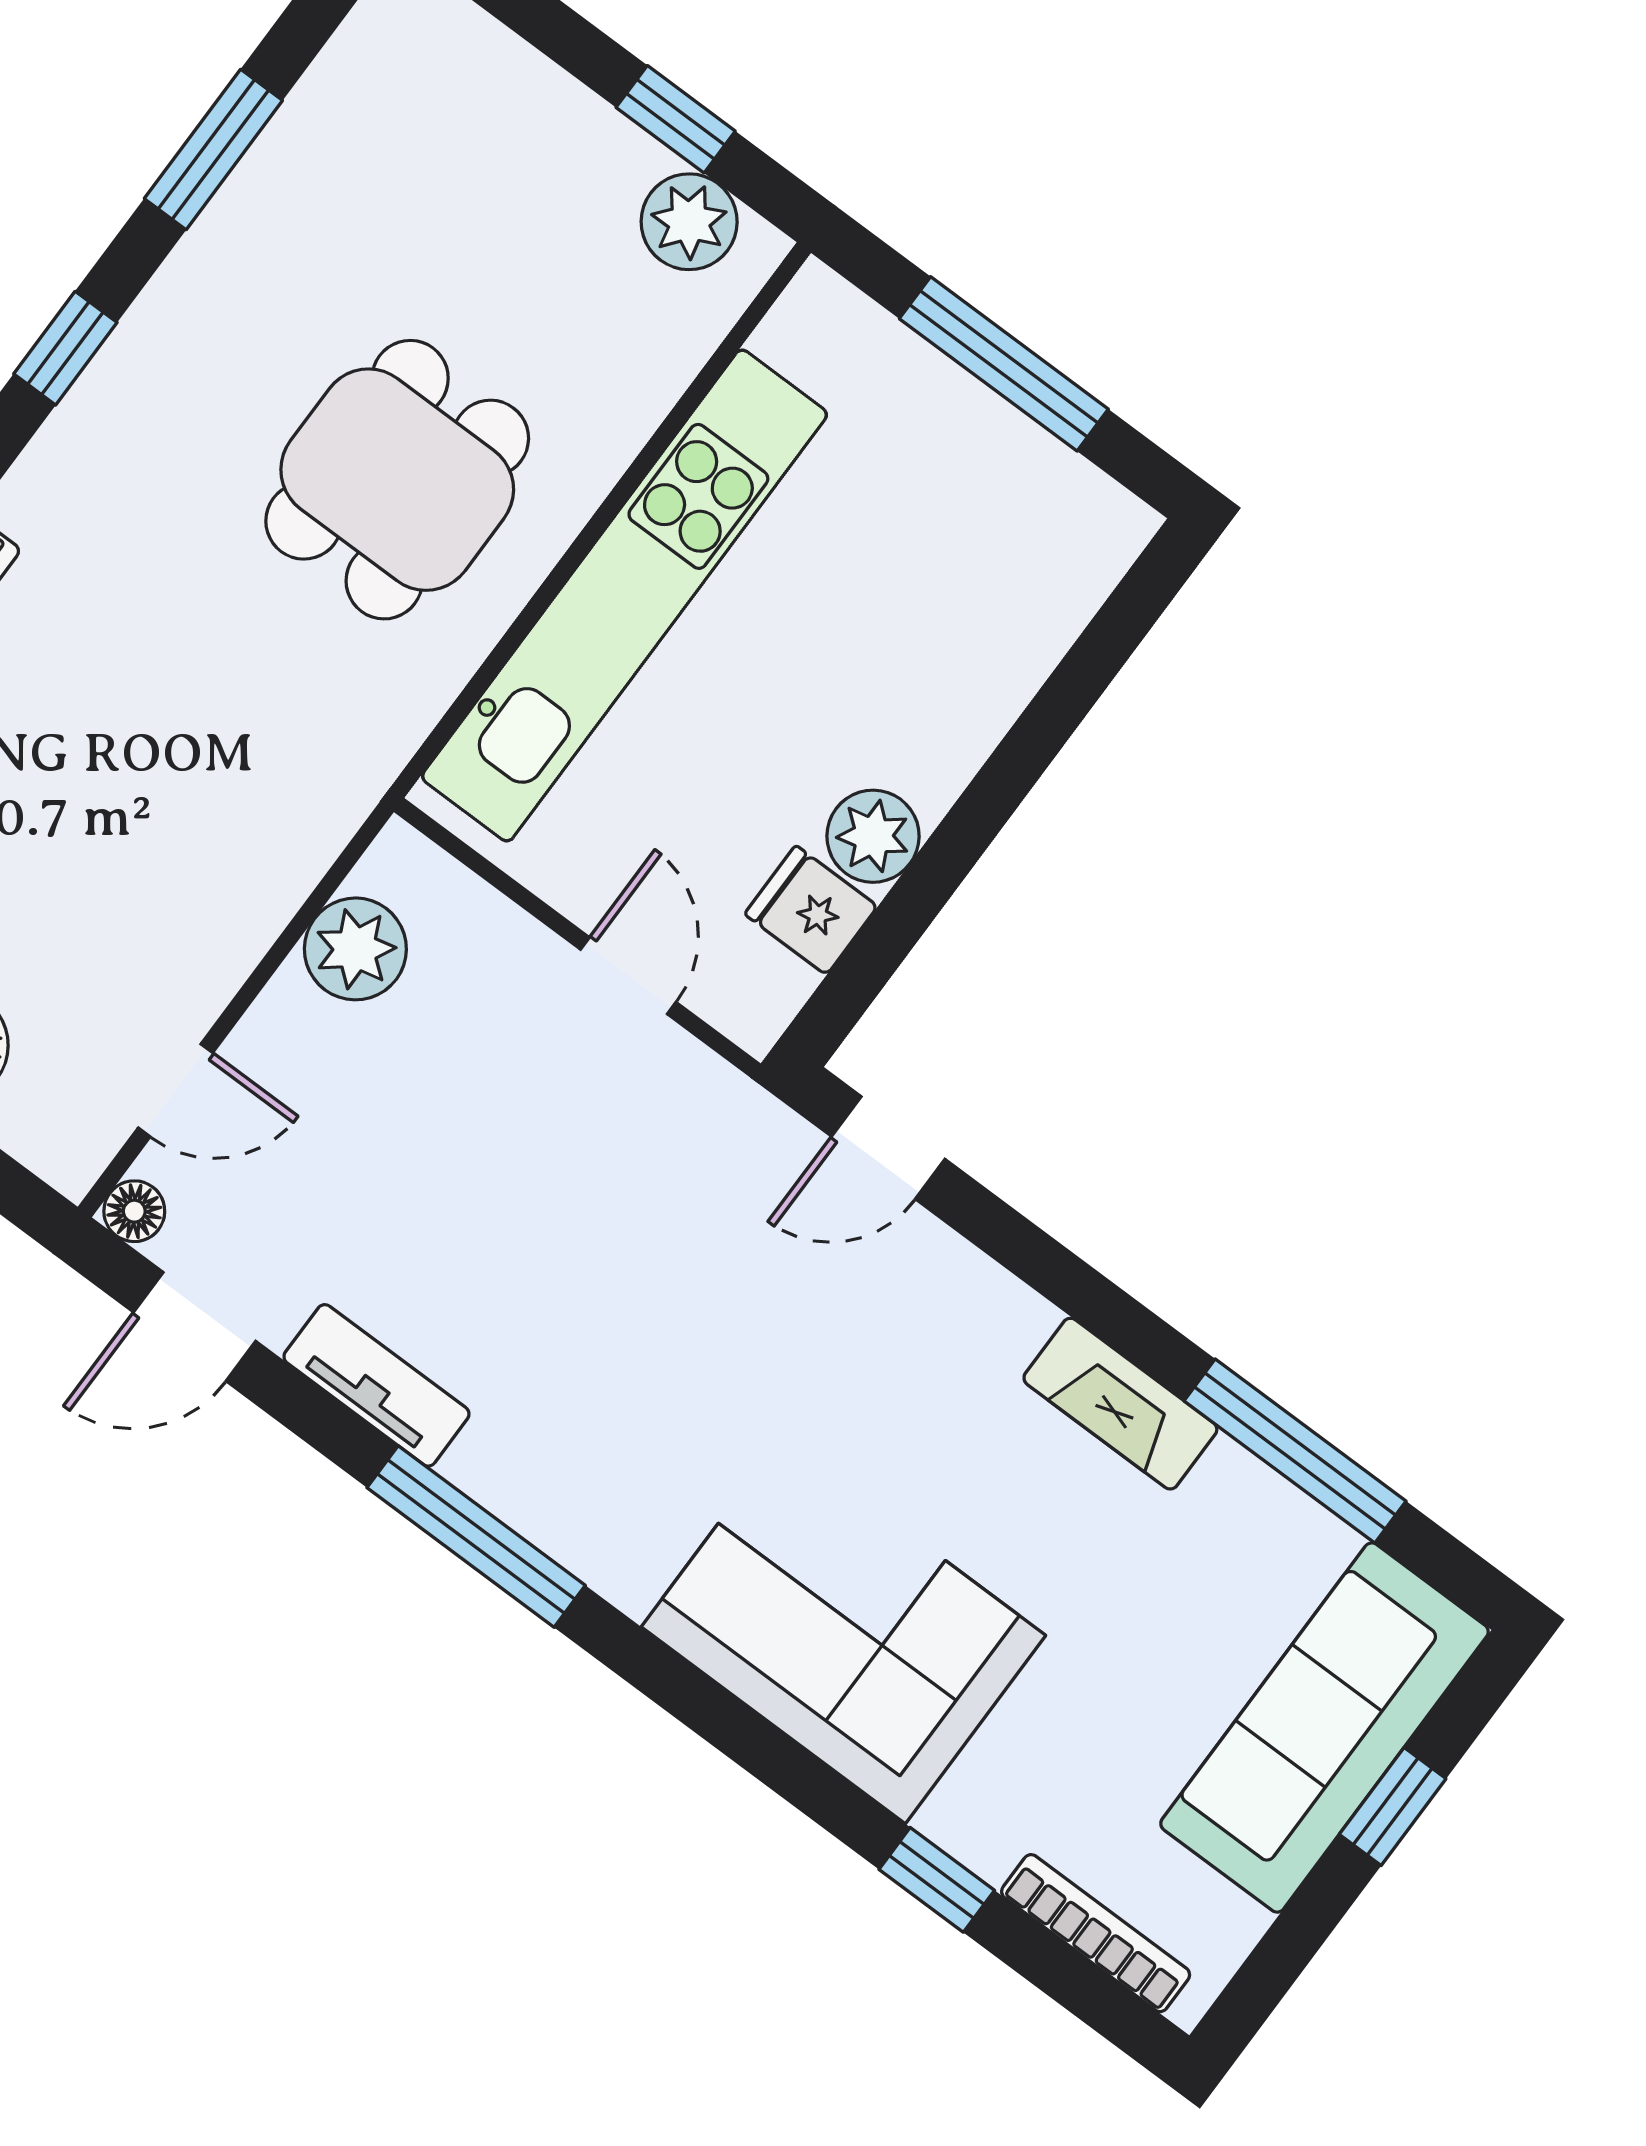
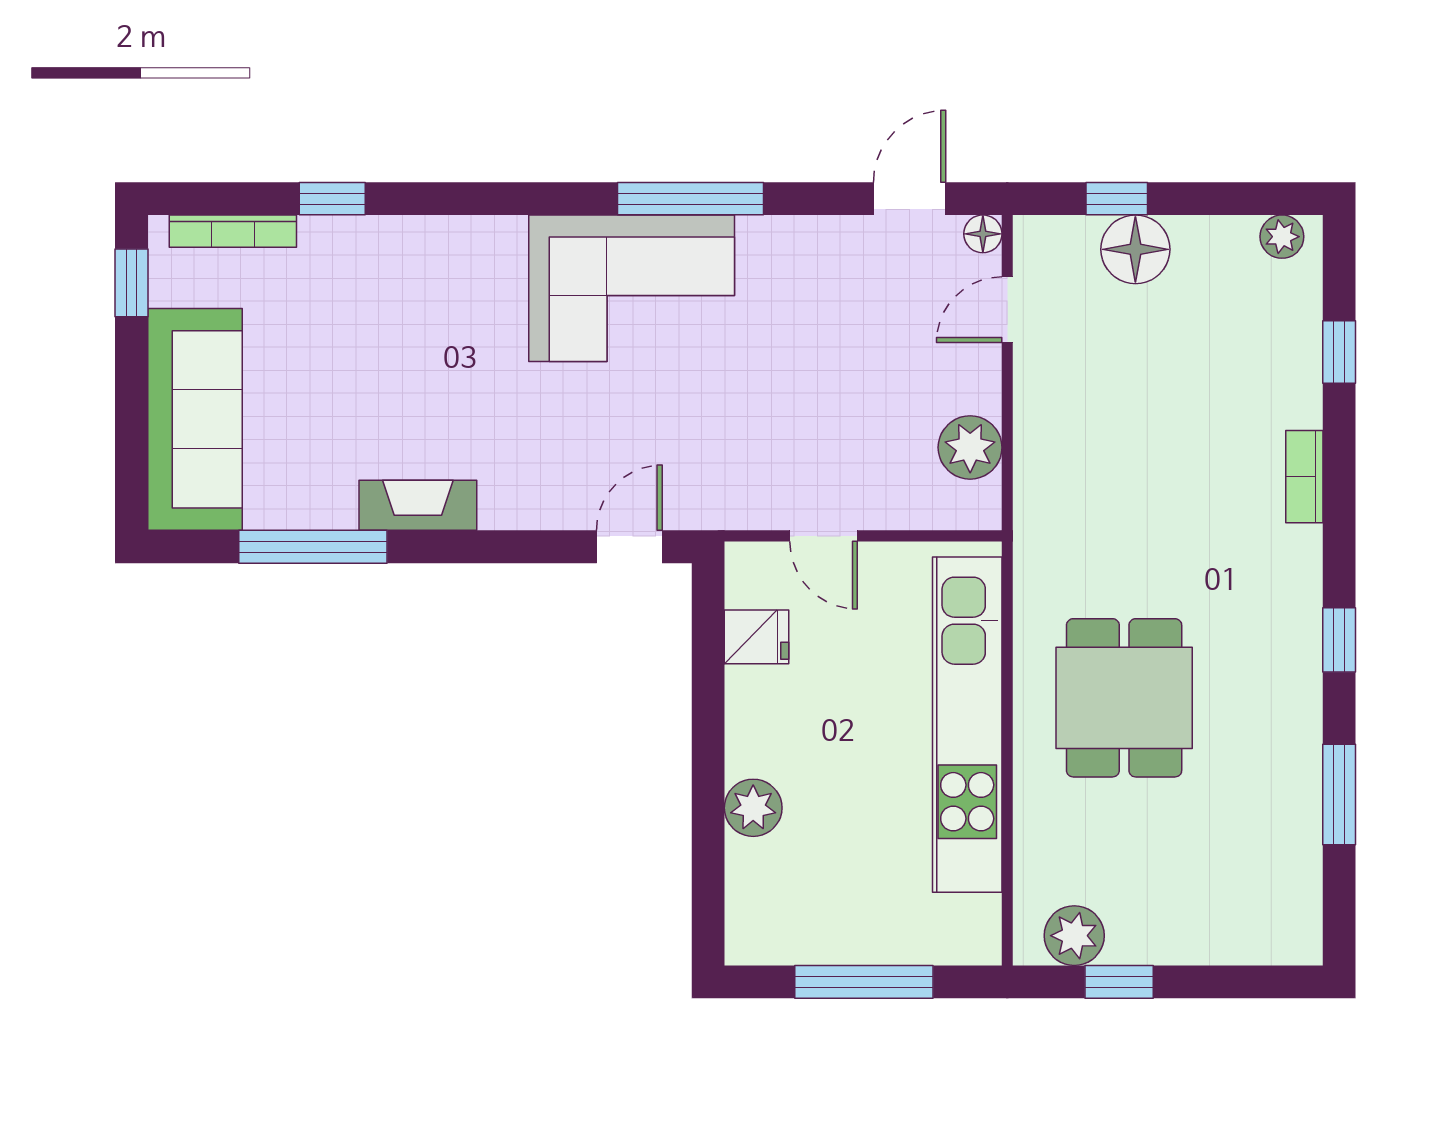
plant: (873, 836) -> (753, 808), moved
tv unit: (376, 1385) -> (797, 237), removed
corner sofa: (843, 1631) -> (632, 288), moved
window: (1393, 1807) -> (131, 283), moved

